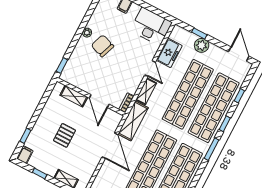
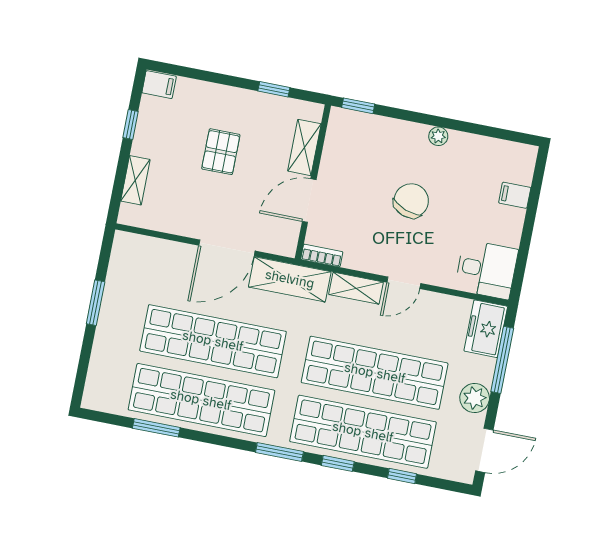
desk: (151, 26) -> (486, 270), width x0.73
window: (199, 33) -> (502, 360), width x2.17
plant: (202, 45) -> (475, 398), moved
chair: (102, 46) -> (411, 201), moved
freezer: (169, 53) -> (486, 329), moved, turned 90
pallet: (64, 135) -> (221, 152), turned 90
window: (25, 136) -> (274, 89), moved

